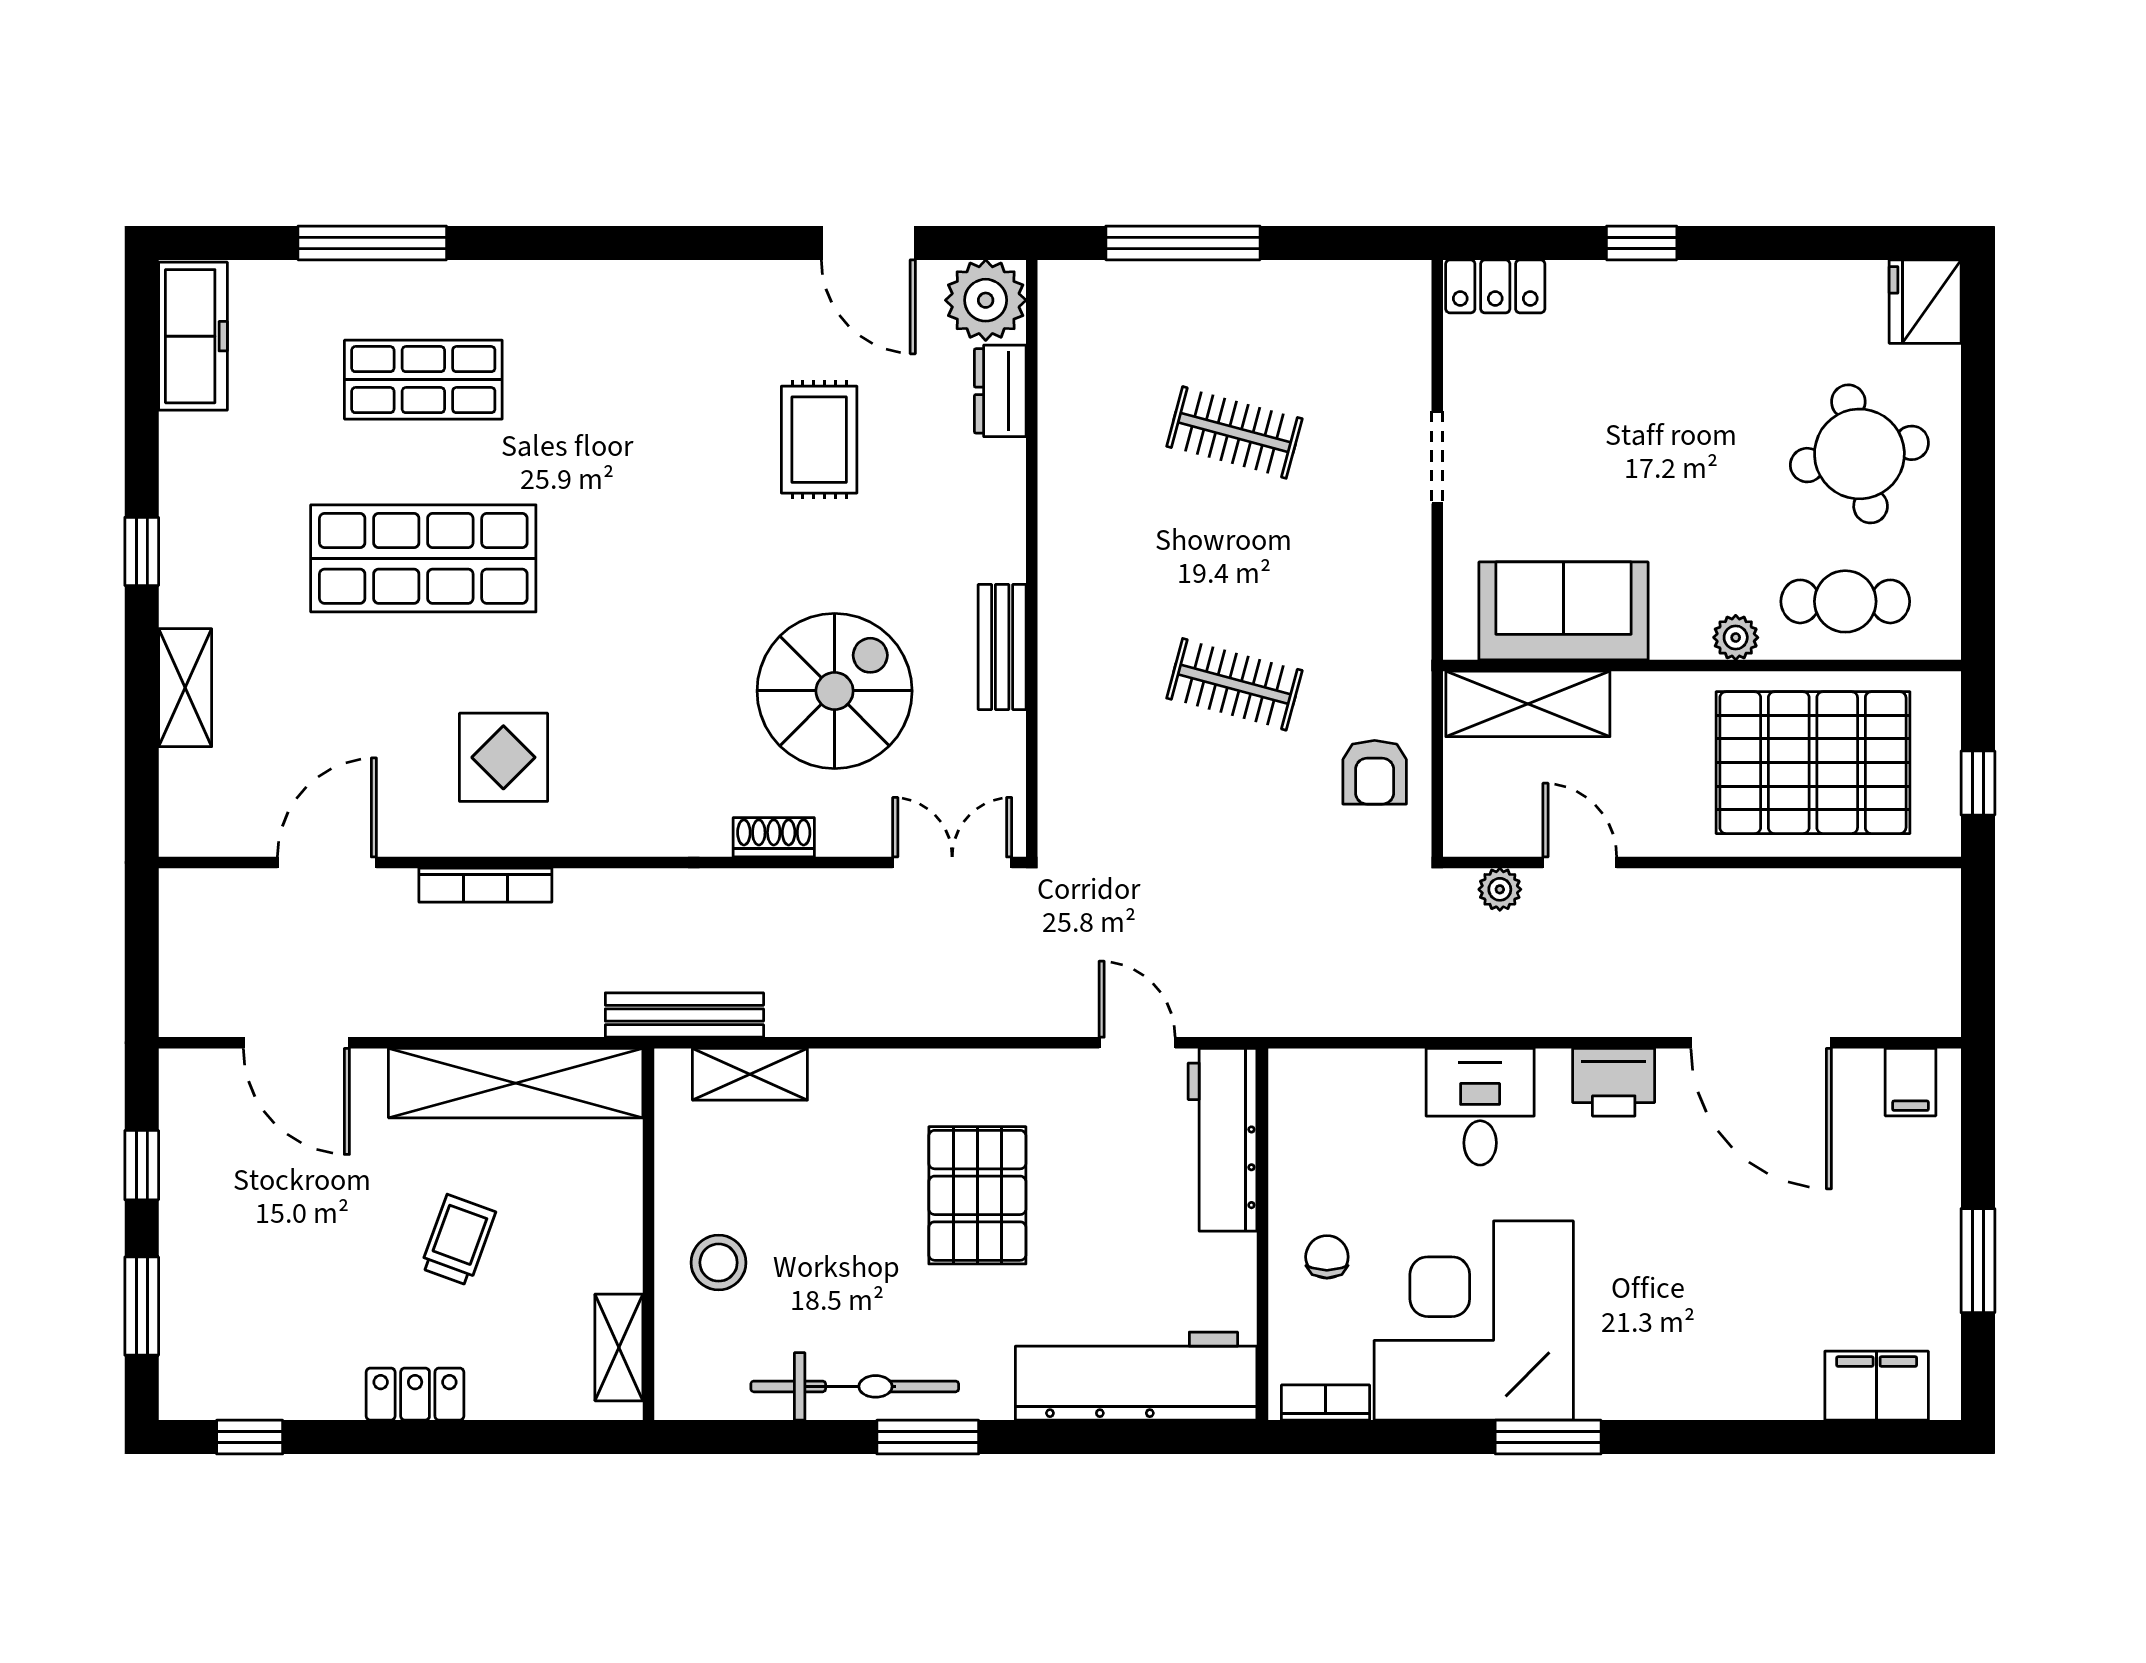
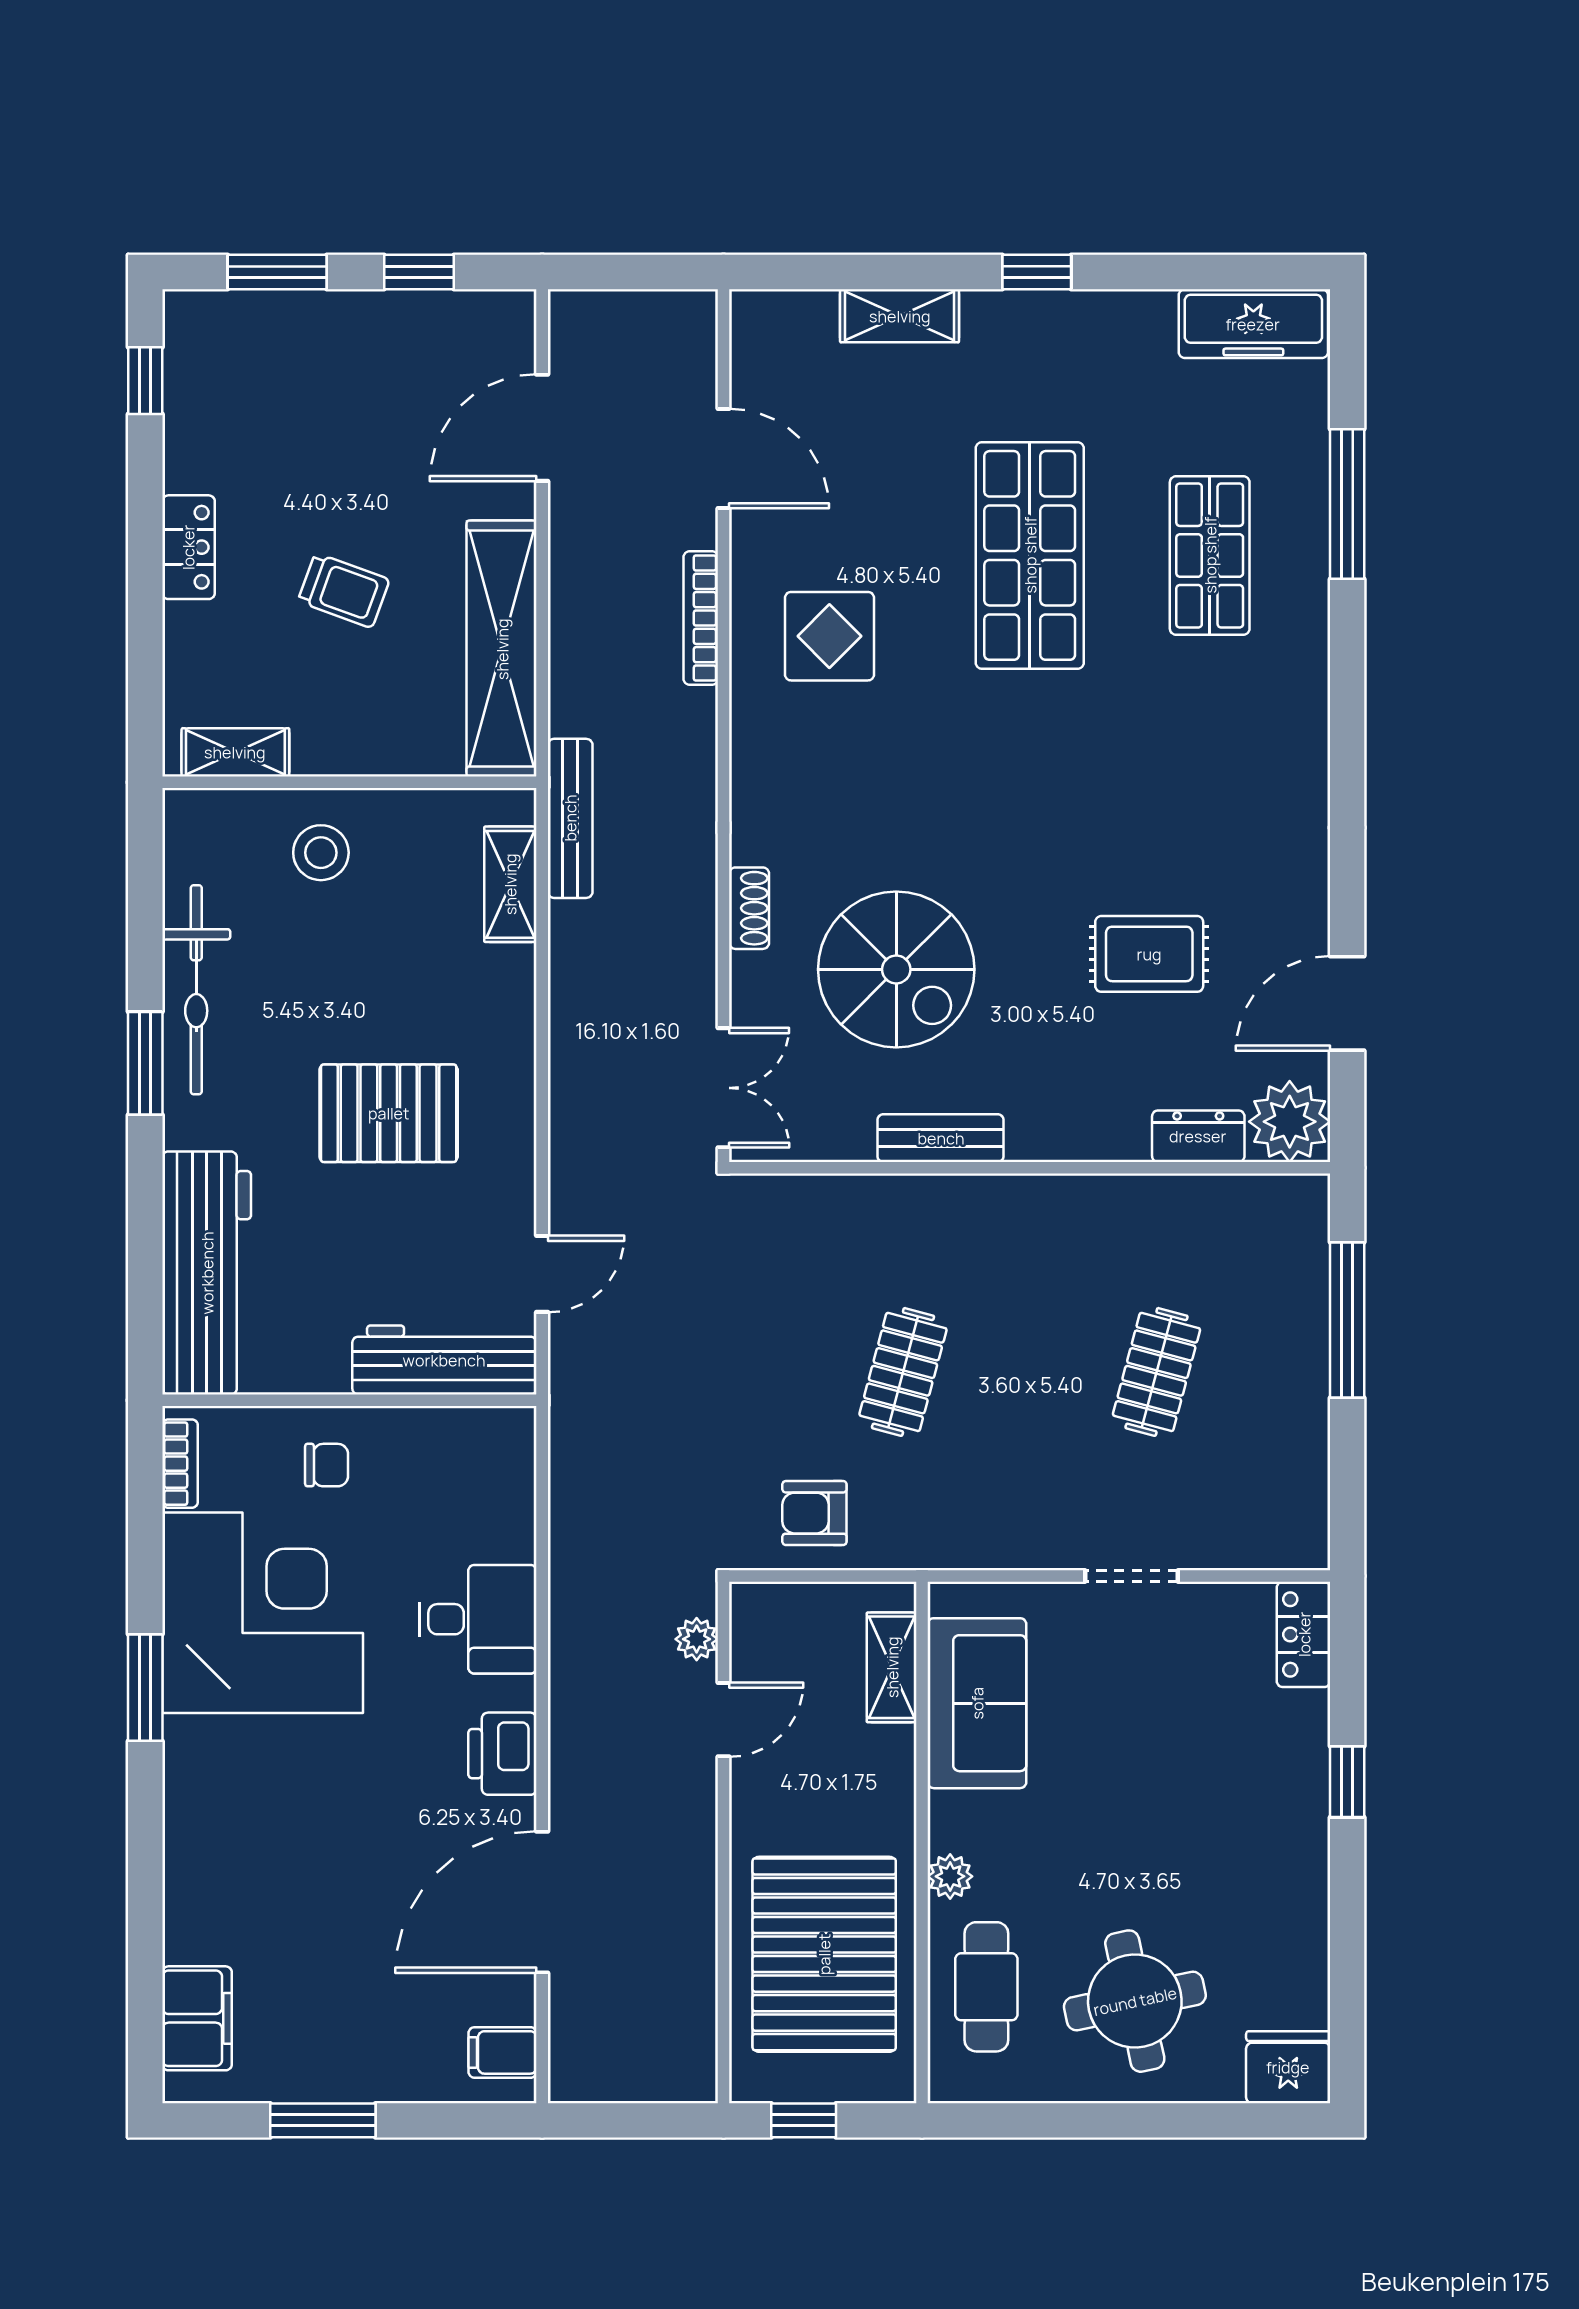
shelving: (1528, 704) -> (892, 1667), width x0.67, depth x0.75

